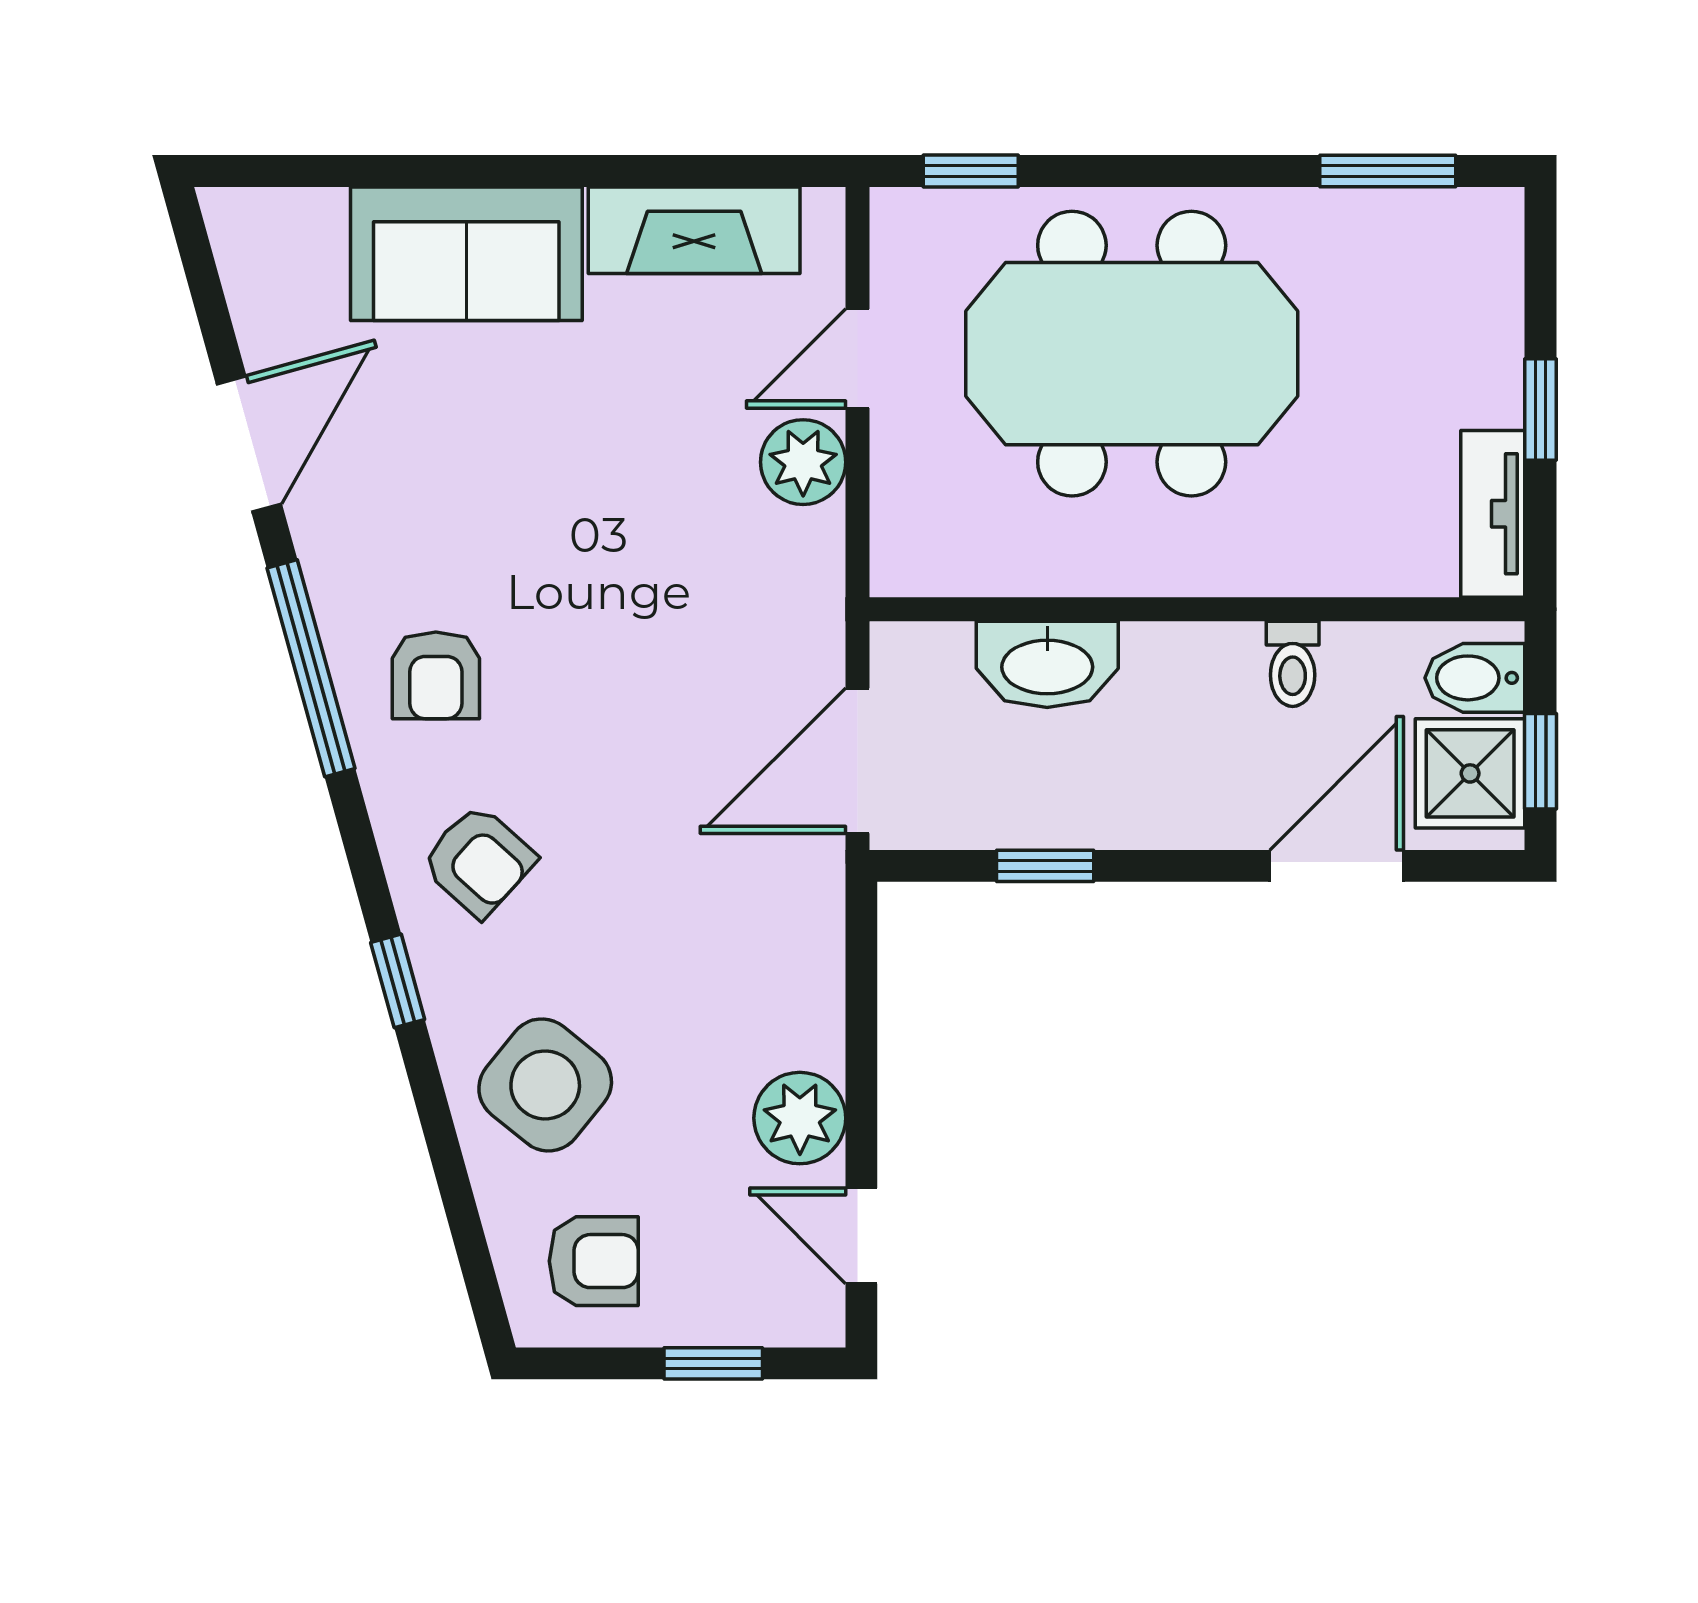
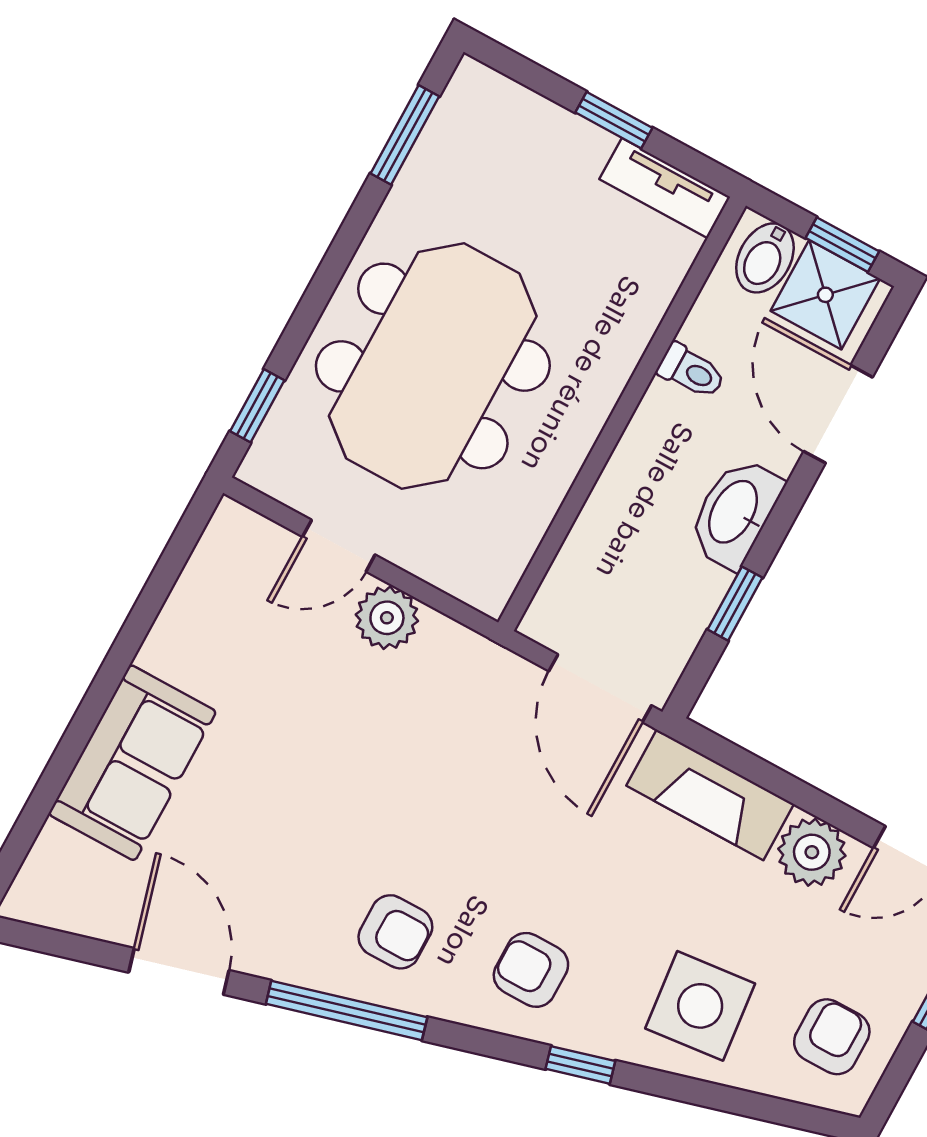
fireplace: (694, 230) -> (710, 795), moved, turned 90
door: (857, 358) -> (339, 546), hinge flipped
washbasin: (1047, 664) -> (735, 513), moved, turned 180
armchair: (478, 861) -> (531, 970), turned -132
side table: (545, 1085) -> (700, 1006), turned 45

